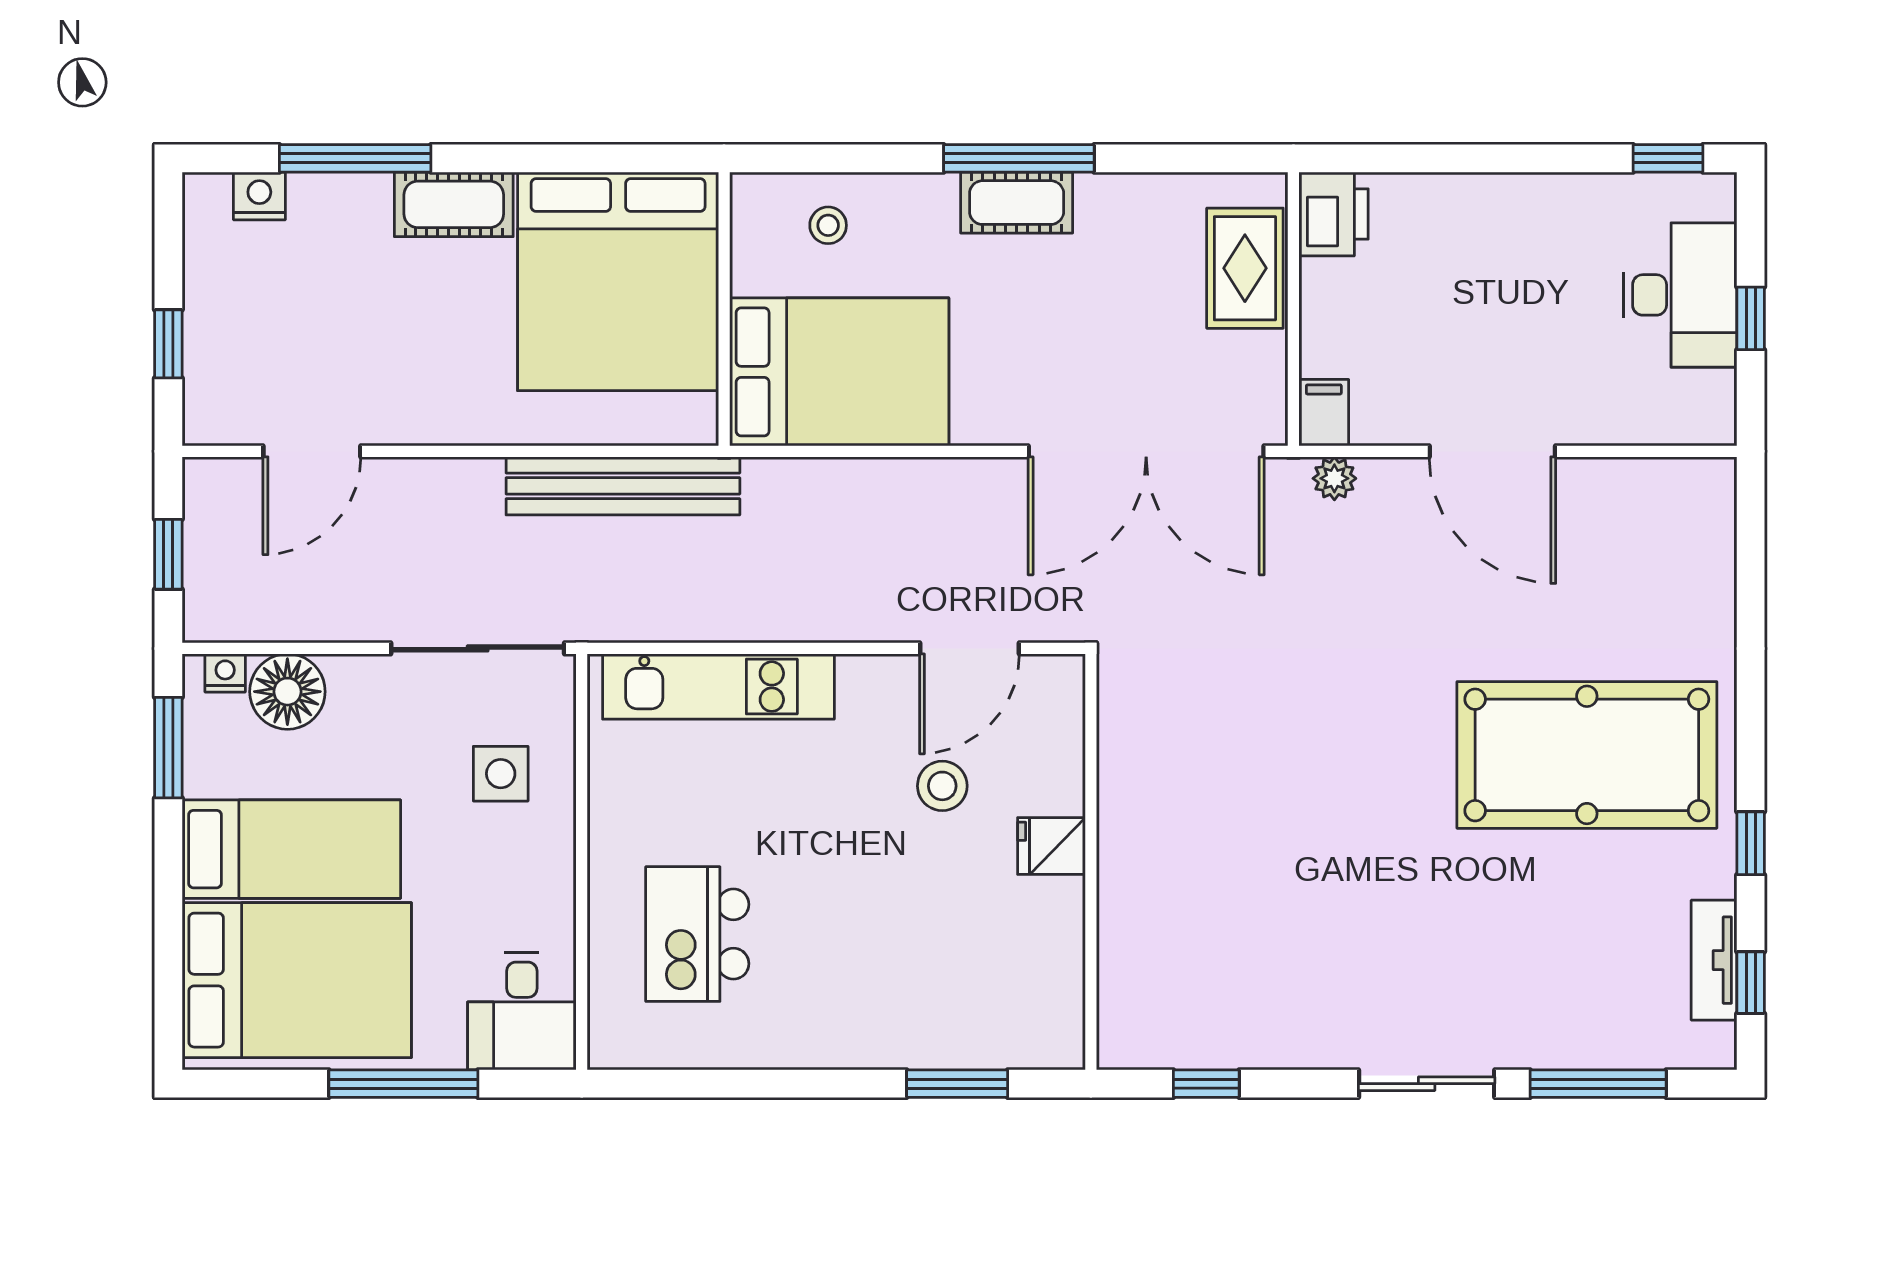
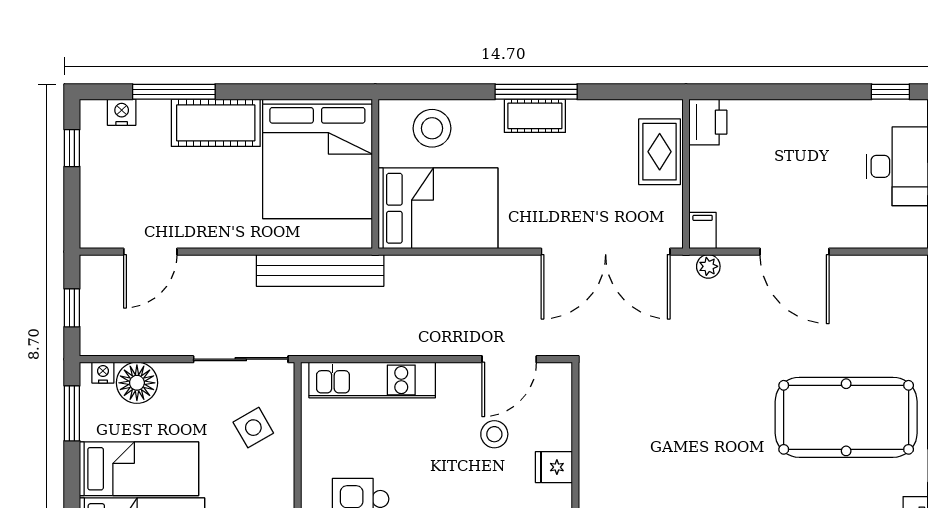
cot: (454, 204) -> (216, 123), width x1.37, depth x1.34
stool: (828, 225) -> (432, 128), width x1.89, depth x1.89
window: (168, 344) -> (72, 148), moved
side table: (501, 774) -> (253, 428), turned -30

